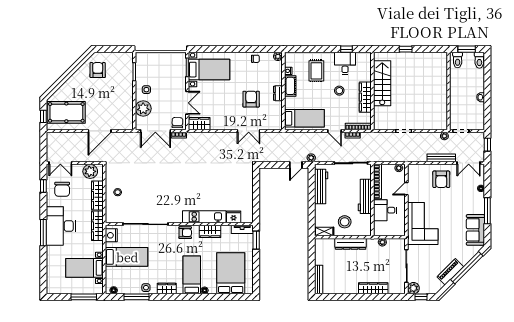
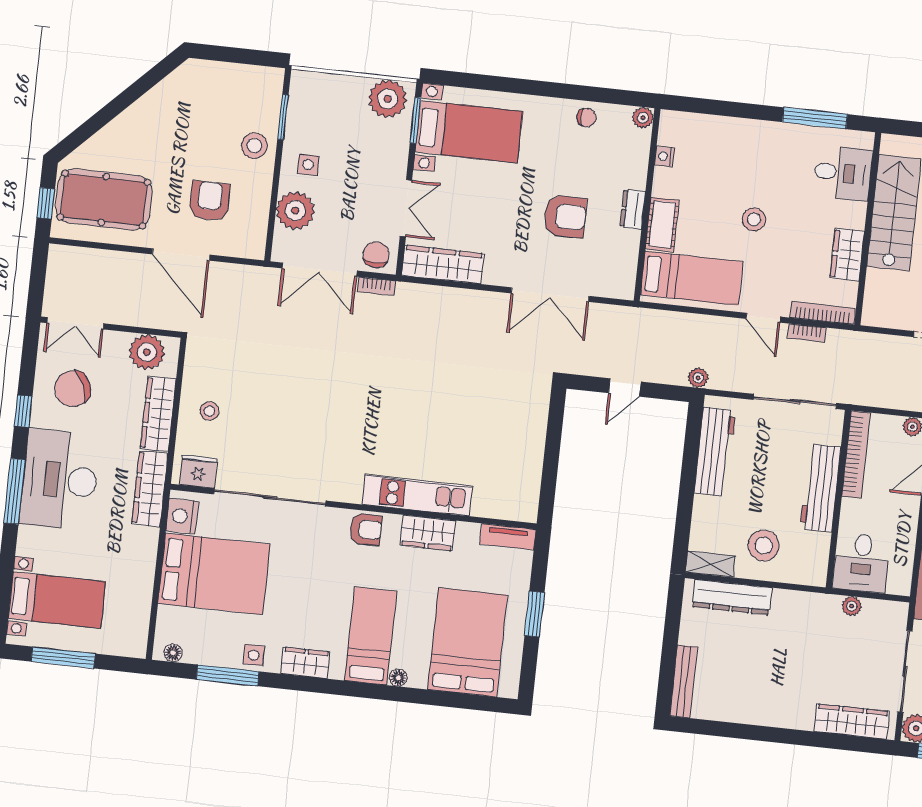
window: (347, 49) -> (815, 118), width x2.17
plant: (175, 60) -> (388, 99), added
desk: (345, 63) -> (843, 173), moved, turned 90
armchair: (98, 70) -> (210, 201), moved
rug: (316, 71) -> (734, 164), removed
stool: (124, 84) -> (254, 146), added
cot: (290, 86) -> (662, 225), moved
stool: (339, 91) -> (754, 219), moved
wardrobe: (365, 97) -> (847, 255), width x0.67
armchair: (251, 99) -> (565, 216), turned 90
wardrobe: (199, 124) -> (443, 264), width x1.50
door: (100, 131) -> (181, 255), hinge flipped
double door: (249, 131) -> (550, 295), width x1.37
door: (296, 165) -> (625, 387), moved
window: (43, 186) -> (23, 411), moved
chair: (62, 189) -> (73, 389), turned 67
desk: (385, 210) -> (862, 563), moved, turned -90
fridge: (234, 217) -> (198, 472), moved
window: (256, 240) -> (534, 614), moved
dresser: (351, 244) -> (732, 597), moved
bed: (127, 257) -> (214, 574), width x1.50
bed with nightstands: (84, 268) -> (57, 600), moved, turned 180
wardrobe: (373, 288) -> (852, 722), moved
window: (84, 297) -> (63, 658), moved

